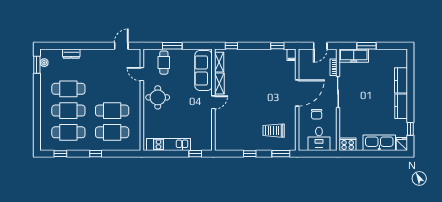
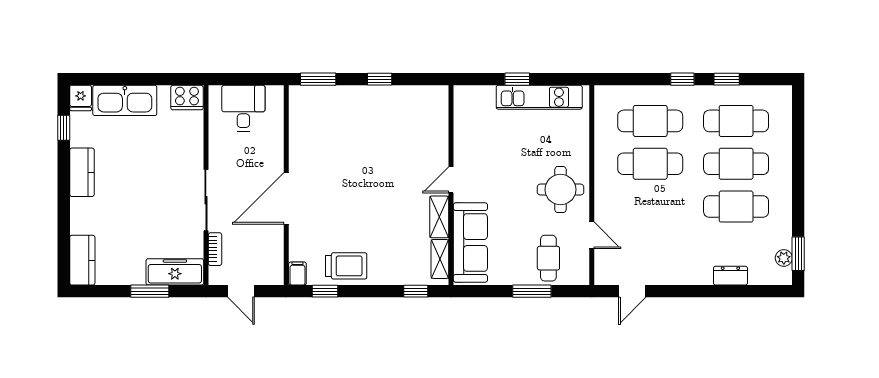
door: (320, 46) -> (241, 291), swing flipped
kitchen counter: (401, 80) -> (82, 260), moved
chair: (317, 114) -> (248, 156), removed
trolley: (274, 131) -> (346, 266), moved
window: (60, 154) -> (727, 79), moved
window: (195, 154) -> (517, 79), moved

